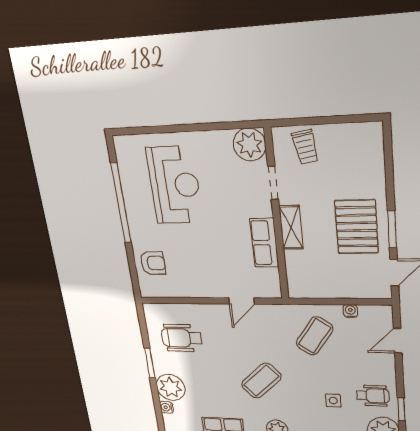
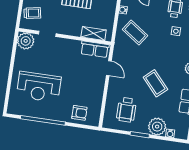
reception desk: (175, 185) -> (39, 87), turned 180
shelving: (291, 227) -> (94, 34), moved
row of seats: (264, 243) -> (95, 49), moved
armchair: (153, 263) -> (79, 113), turned 90
coffee table: (261, 381) -> (155, 83), moved

